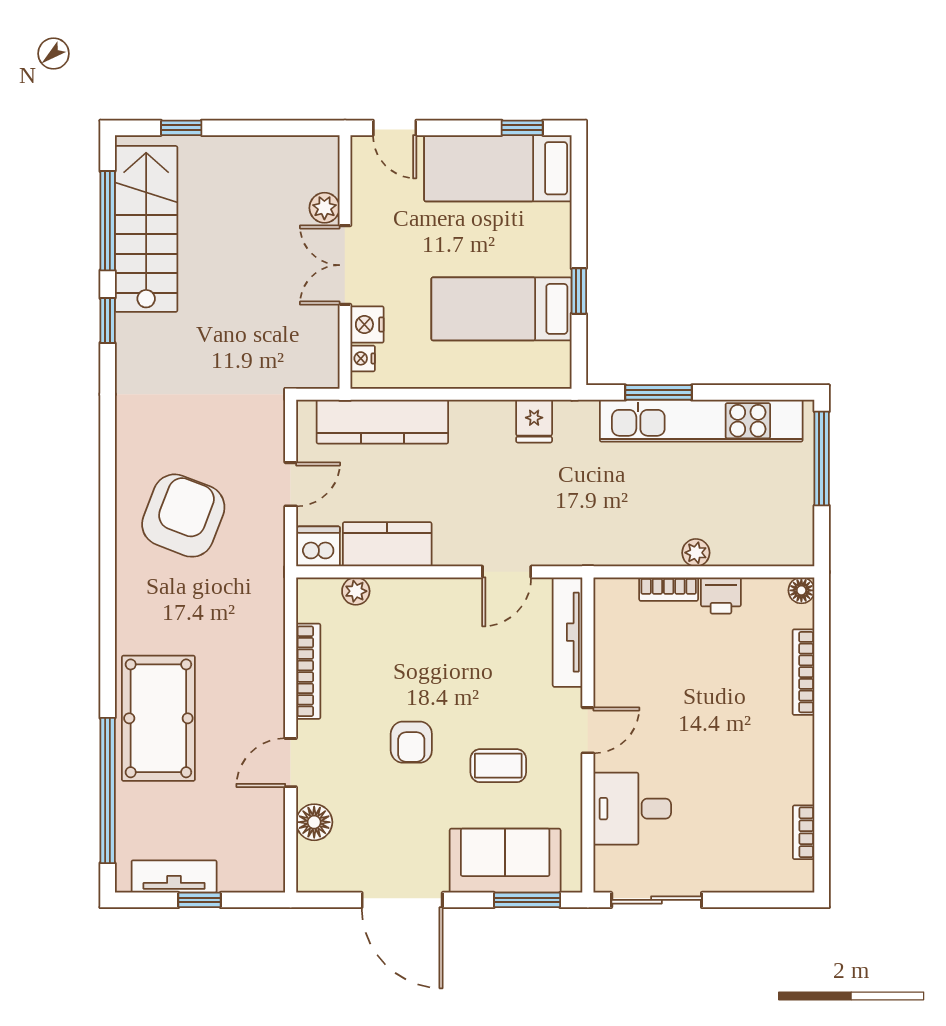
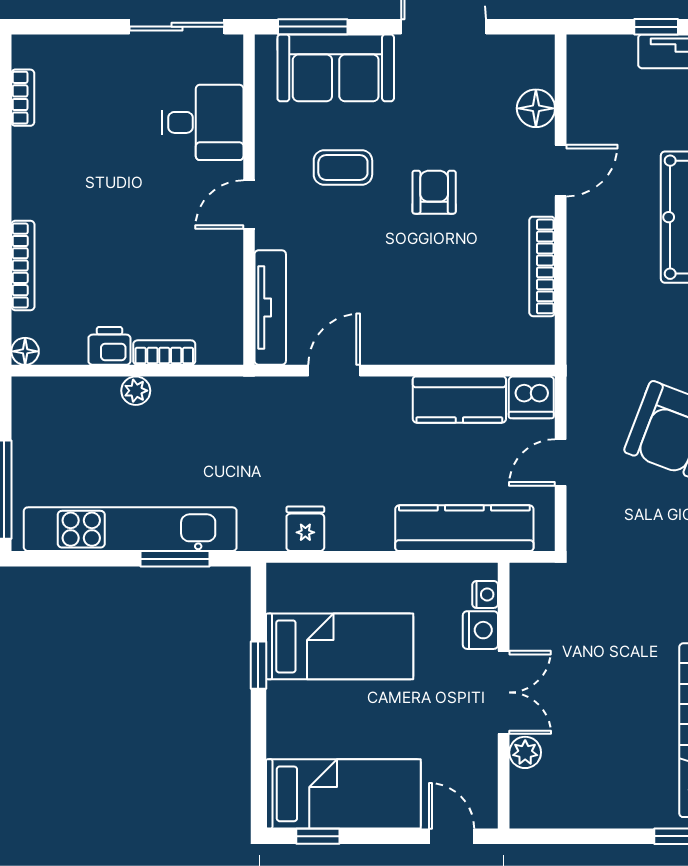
plant: (356, 591) -> (492, 350), removed

